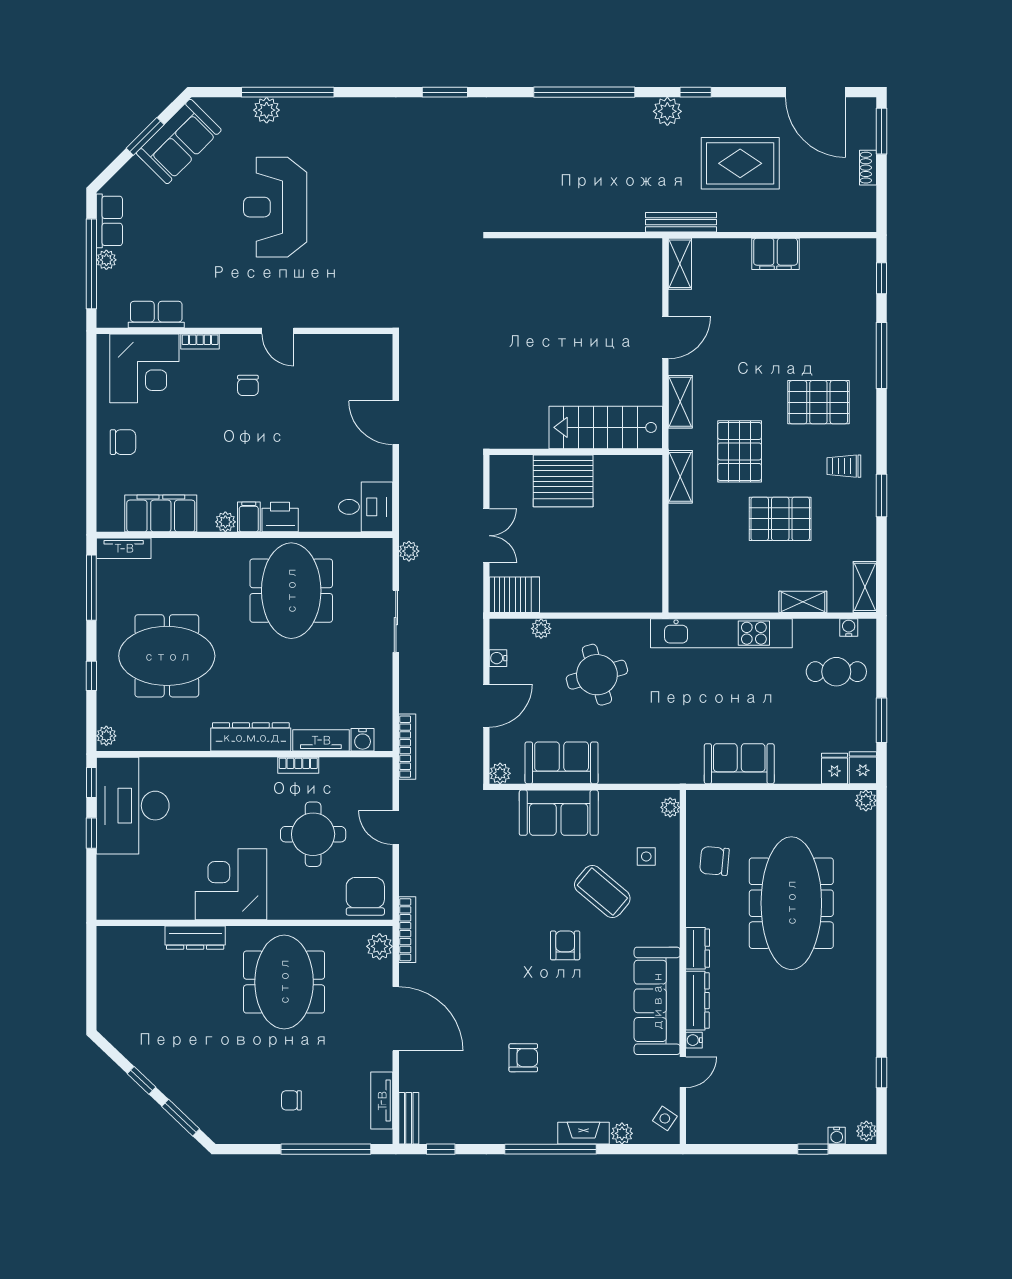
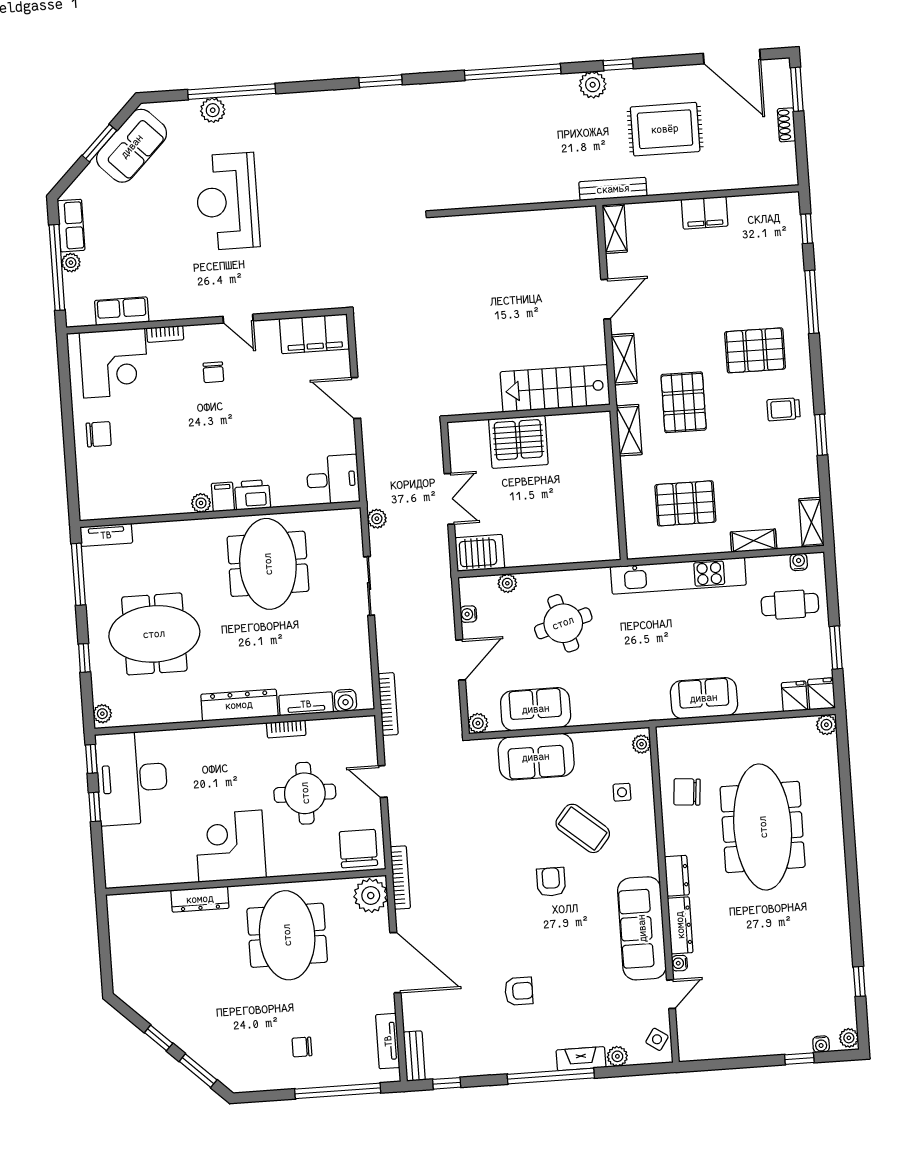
filing cabinet: (161, 513) -> (314, 334), moved, turned 180
pallet: (780, 519) -> (685, 503), moved
plant: (380, 946) -> (371, 896), width x1.36, depth x1.36

